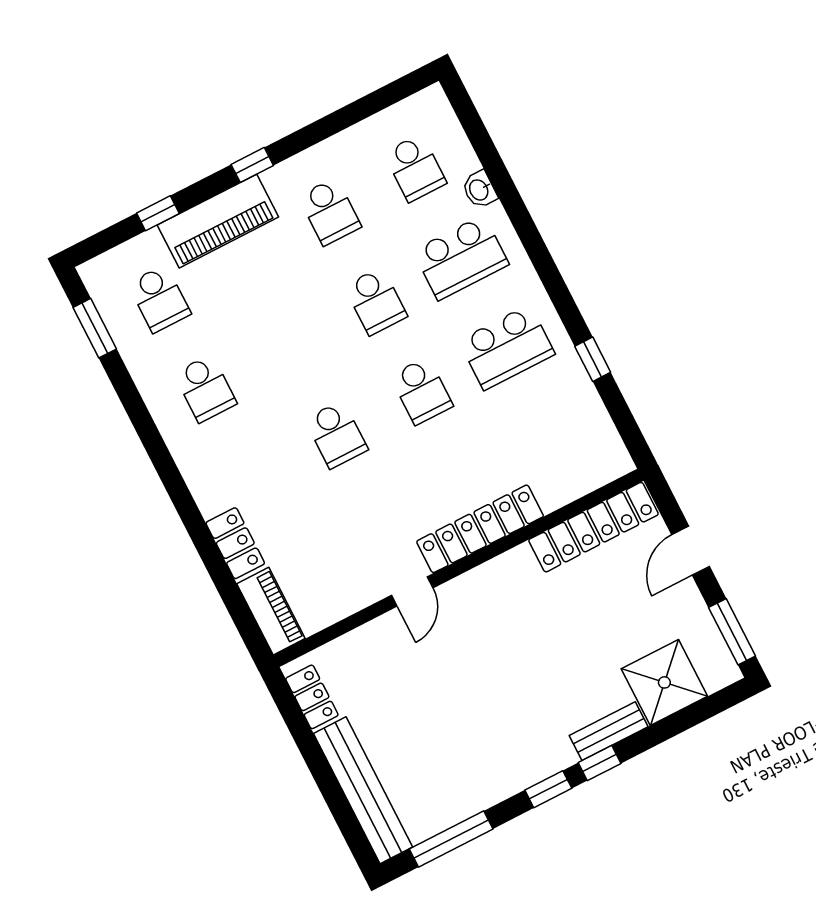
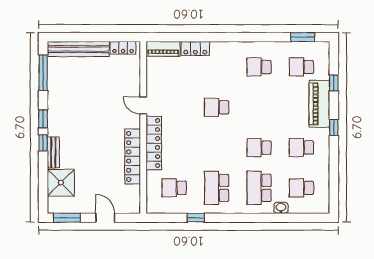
school desk: (422, 391) -> (174, 188), moved
locker: (593, 527) -> (133, 156), moved

